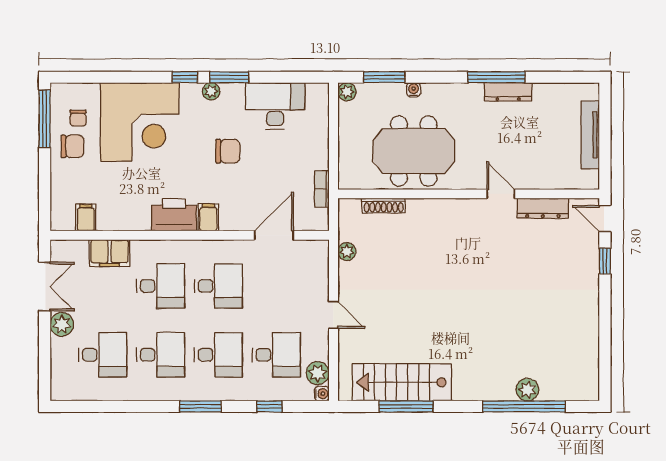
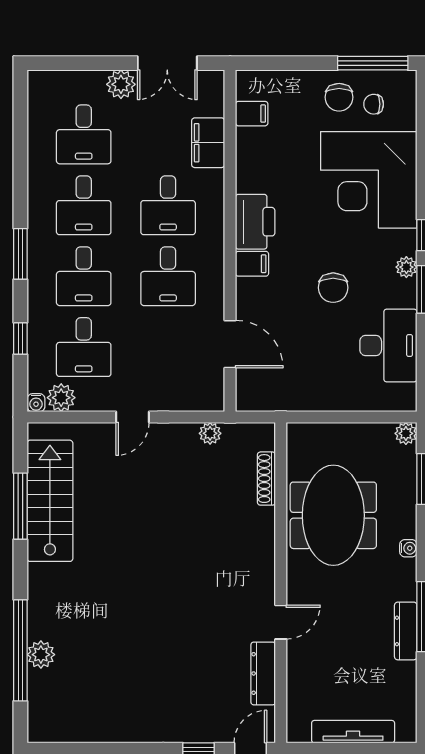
water cooler: (414, 90) -> (408, 548), moved
bookcase: (322, 189) -> (287, 403), removed

